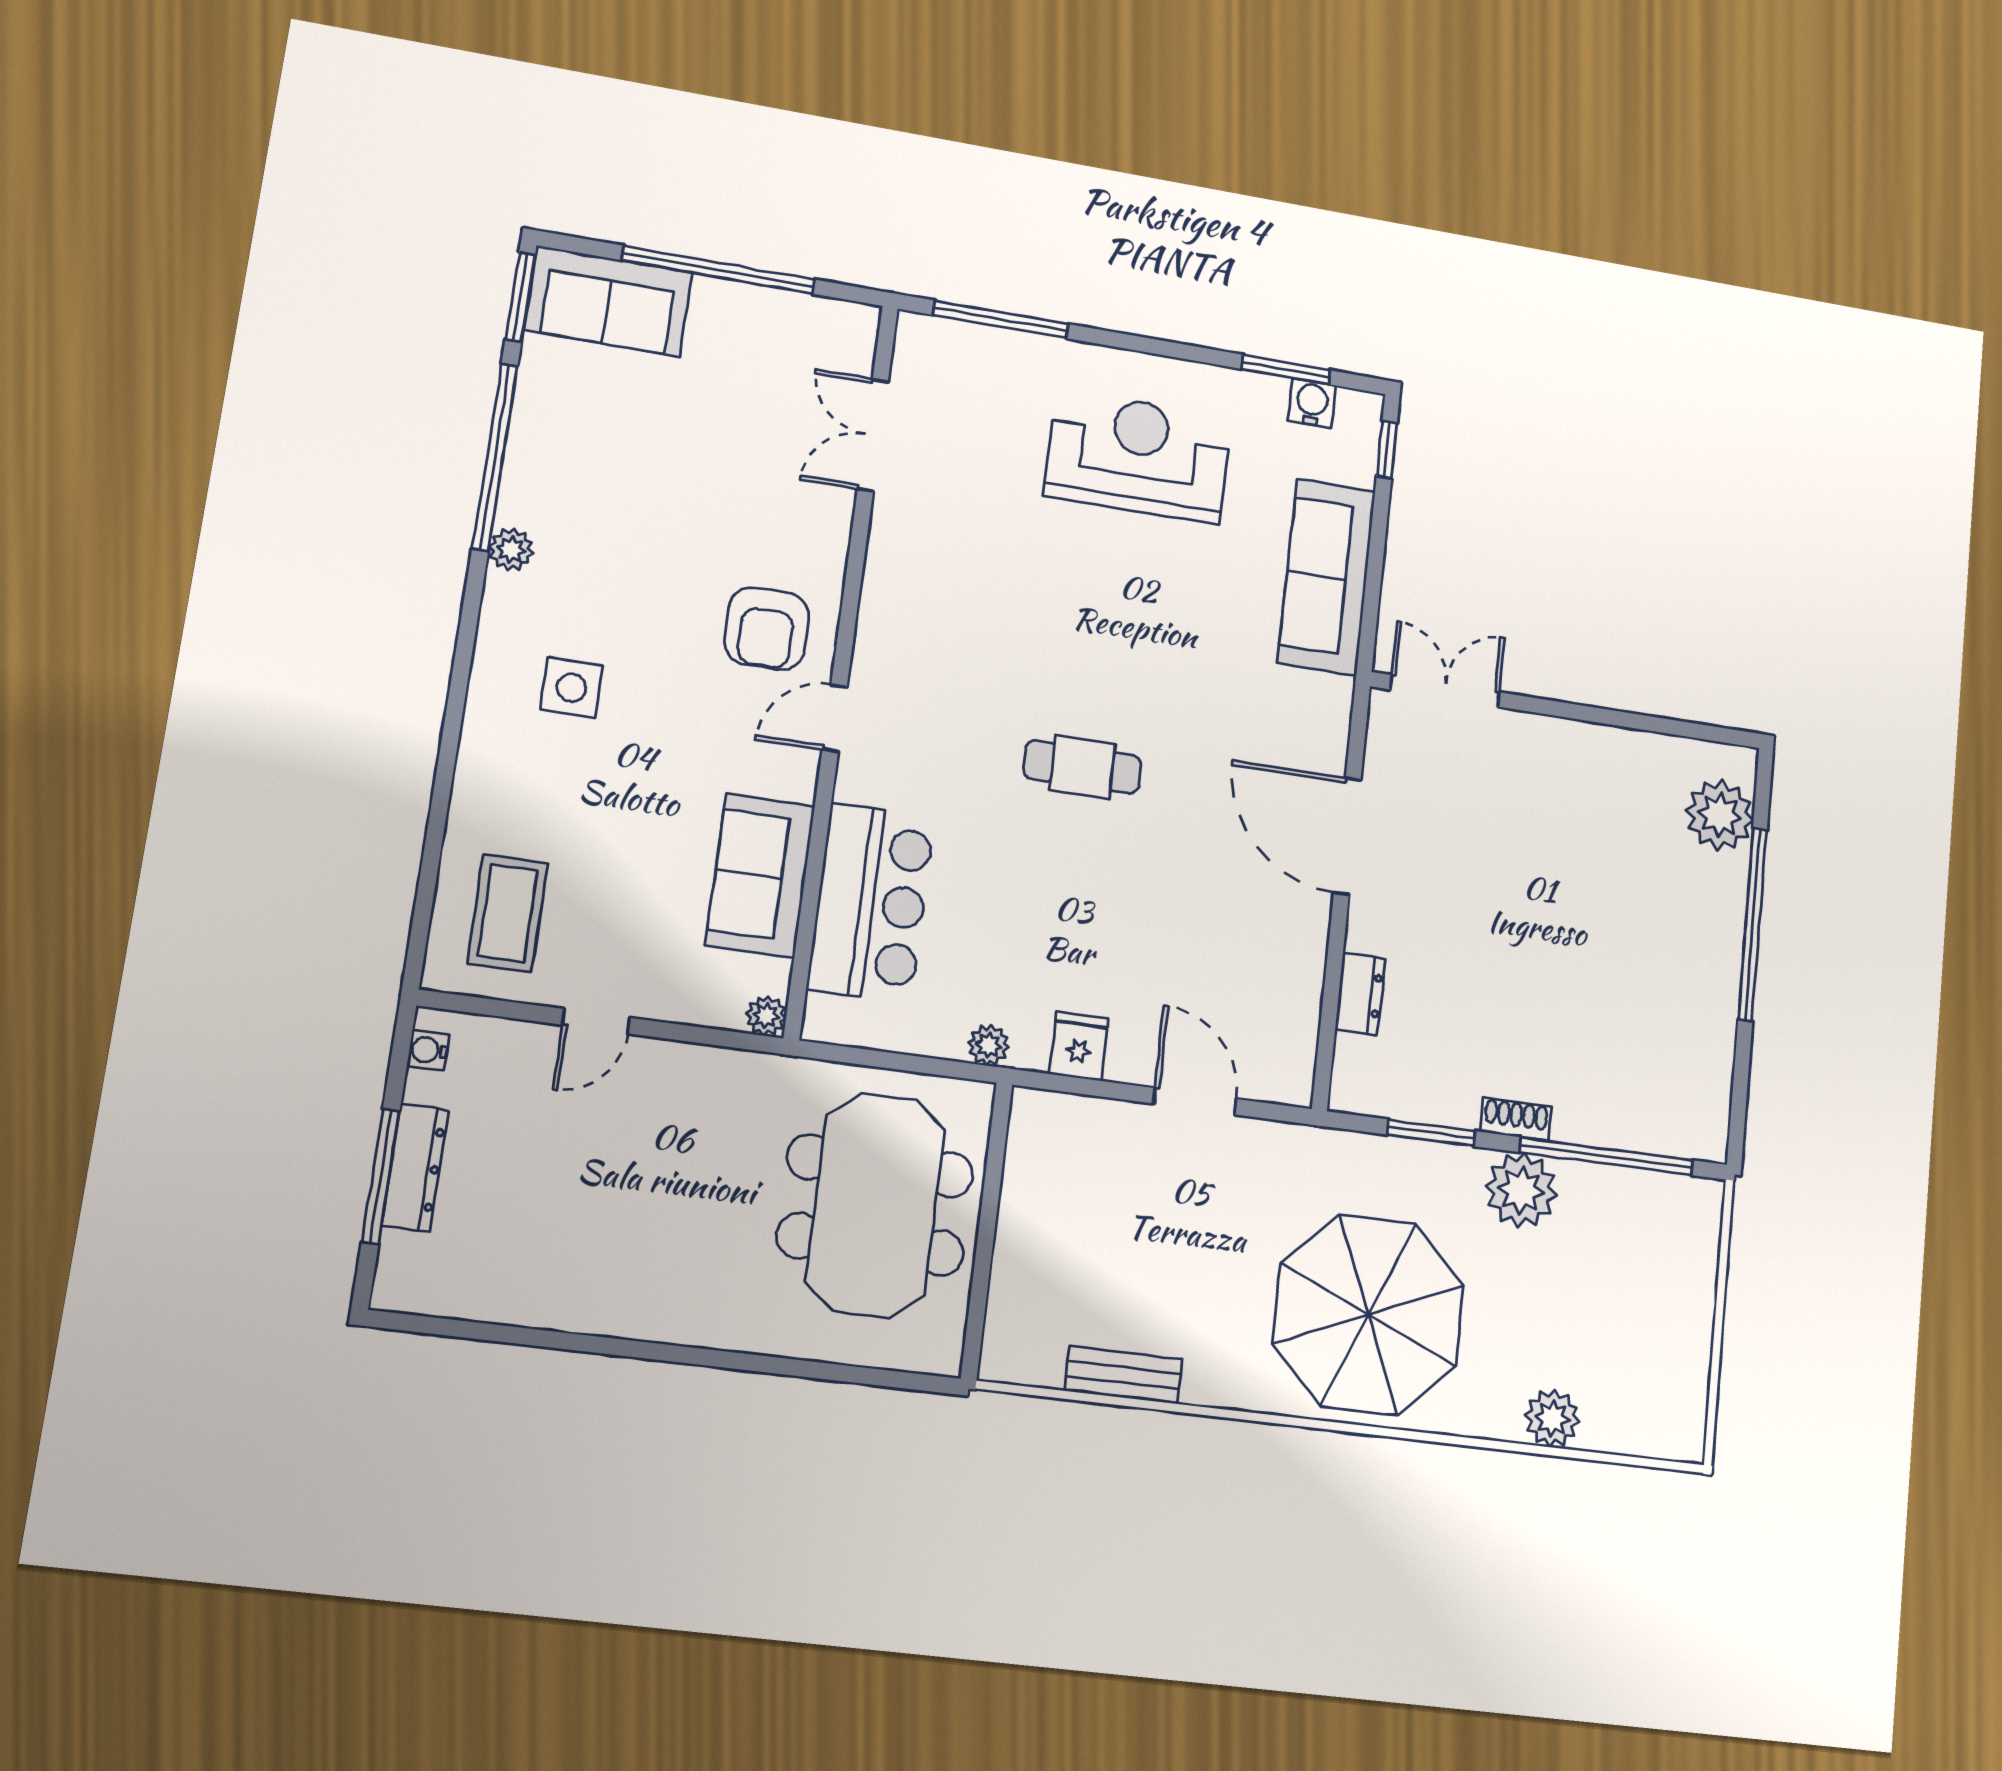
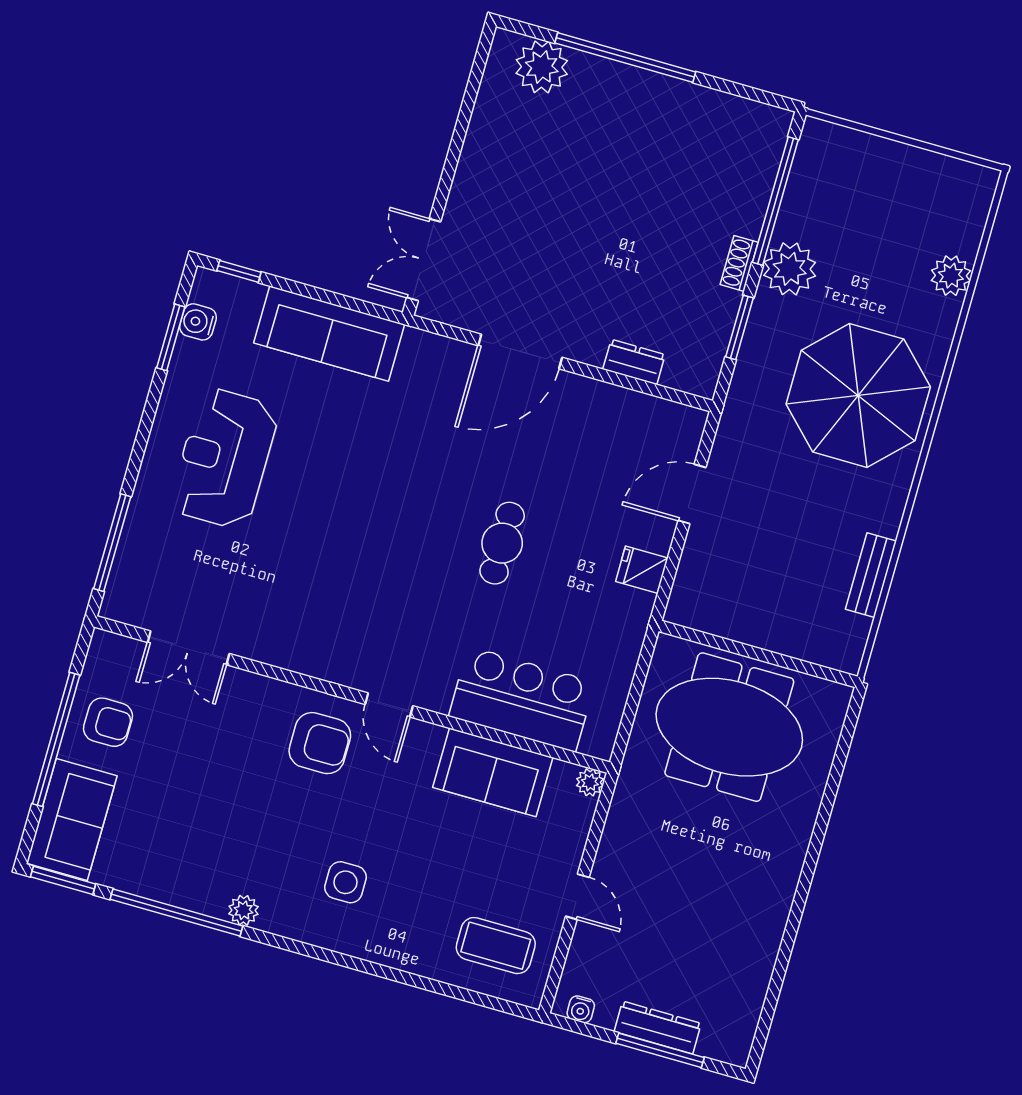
armchair: (753, 337) -> (108, 722), added
cafe table: (1082, 767) -> (502, 543), moved
plant: (989, 1045) -> (632, 633), removed

